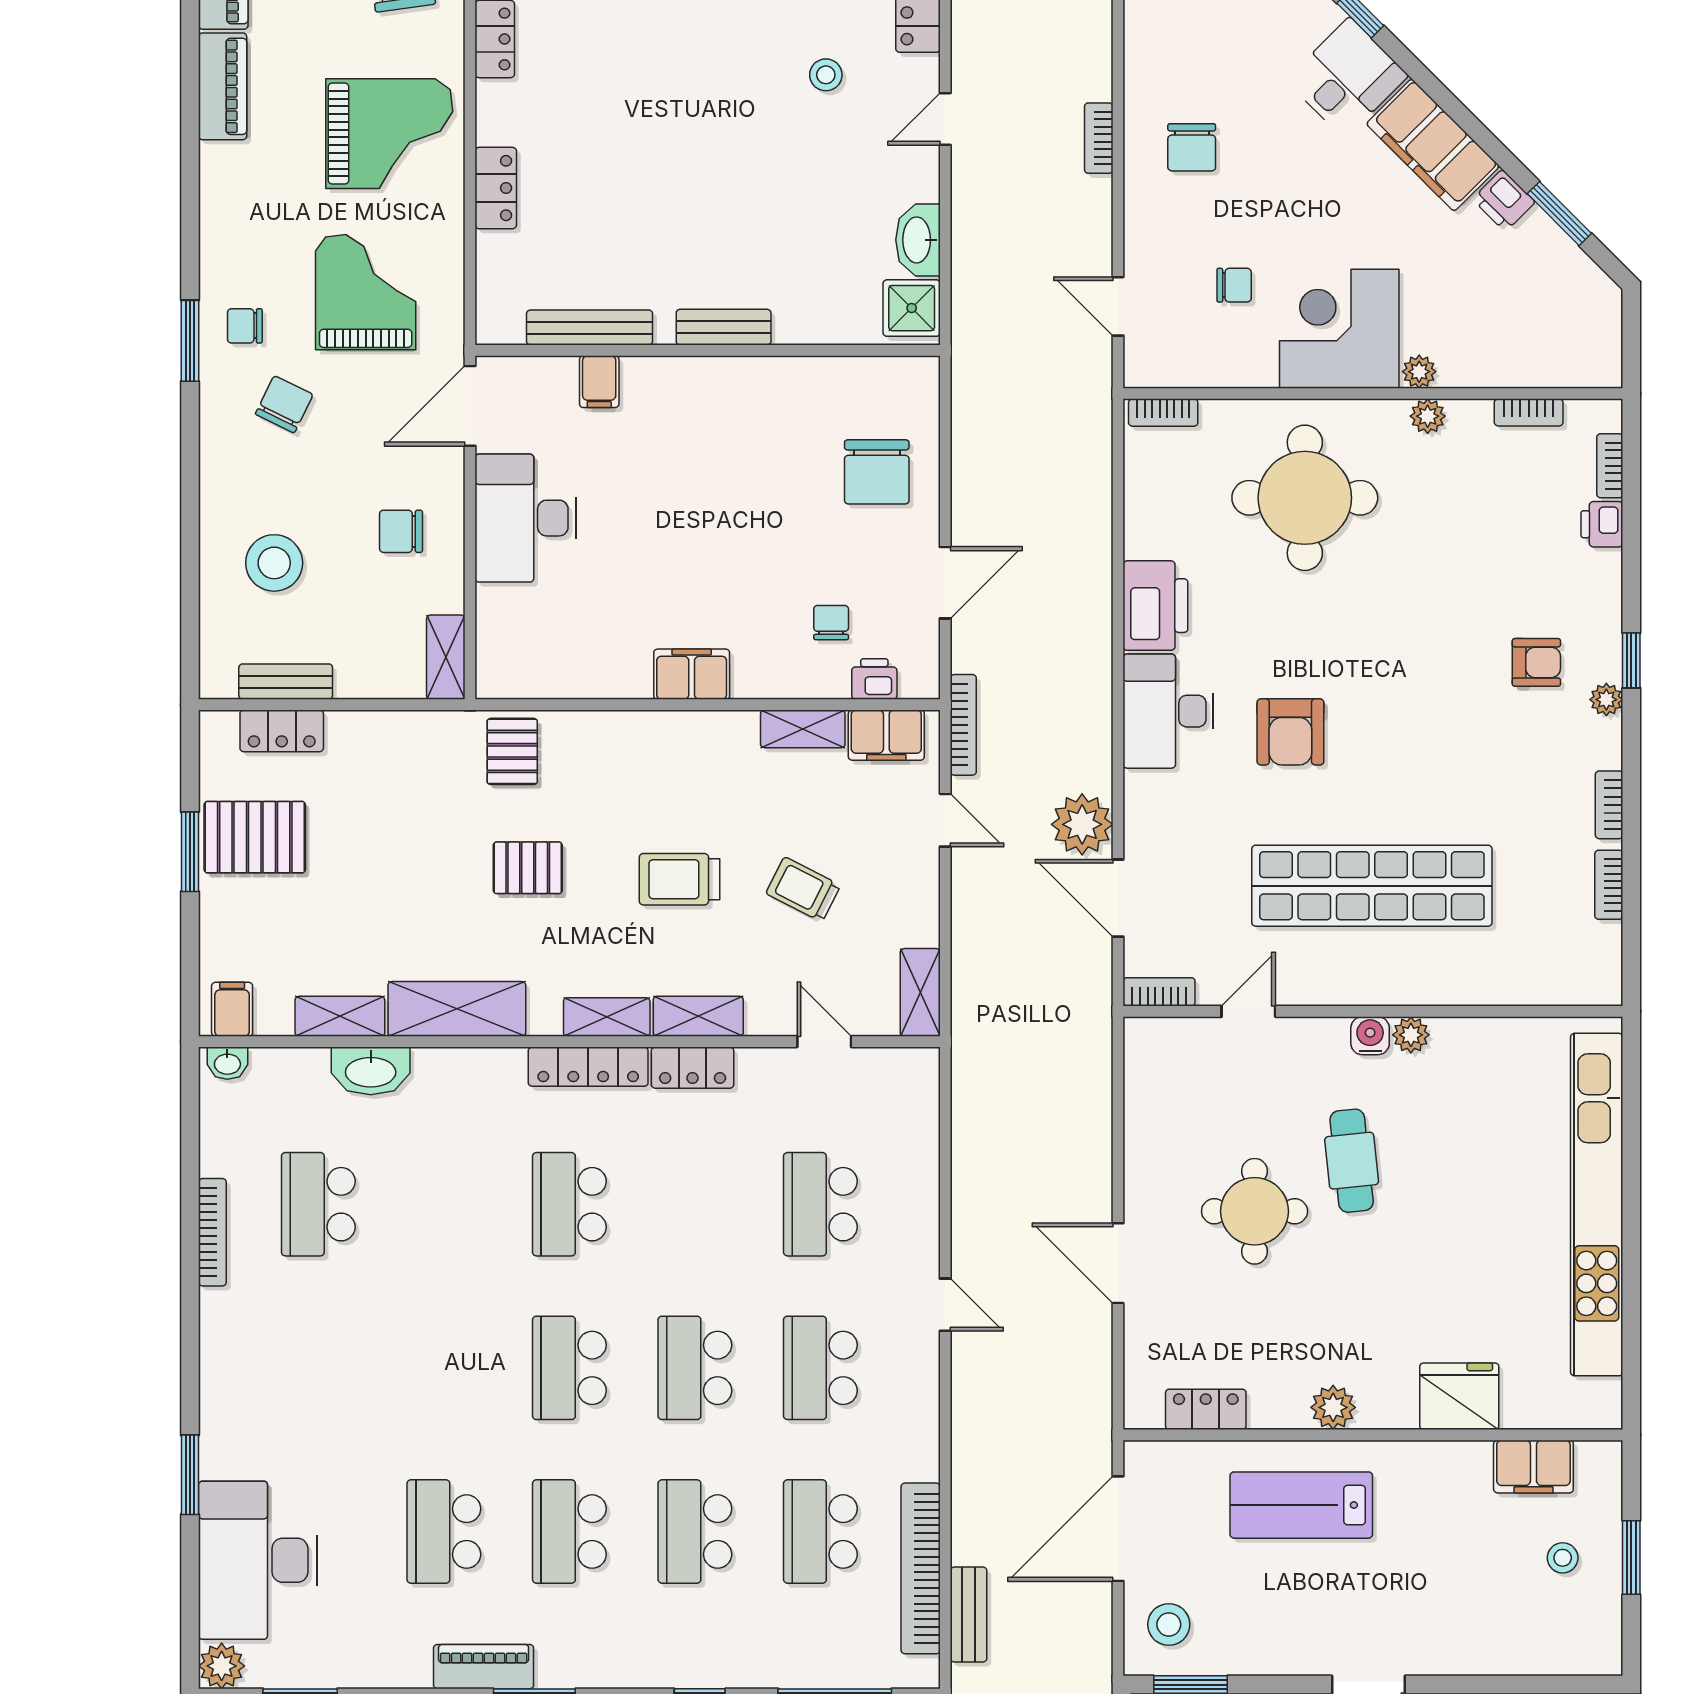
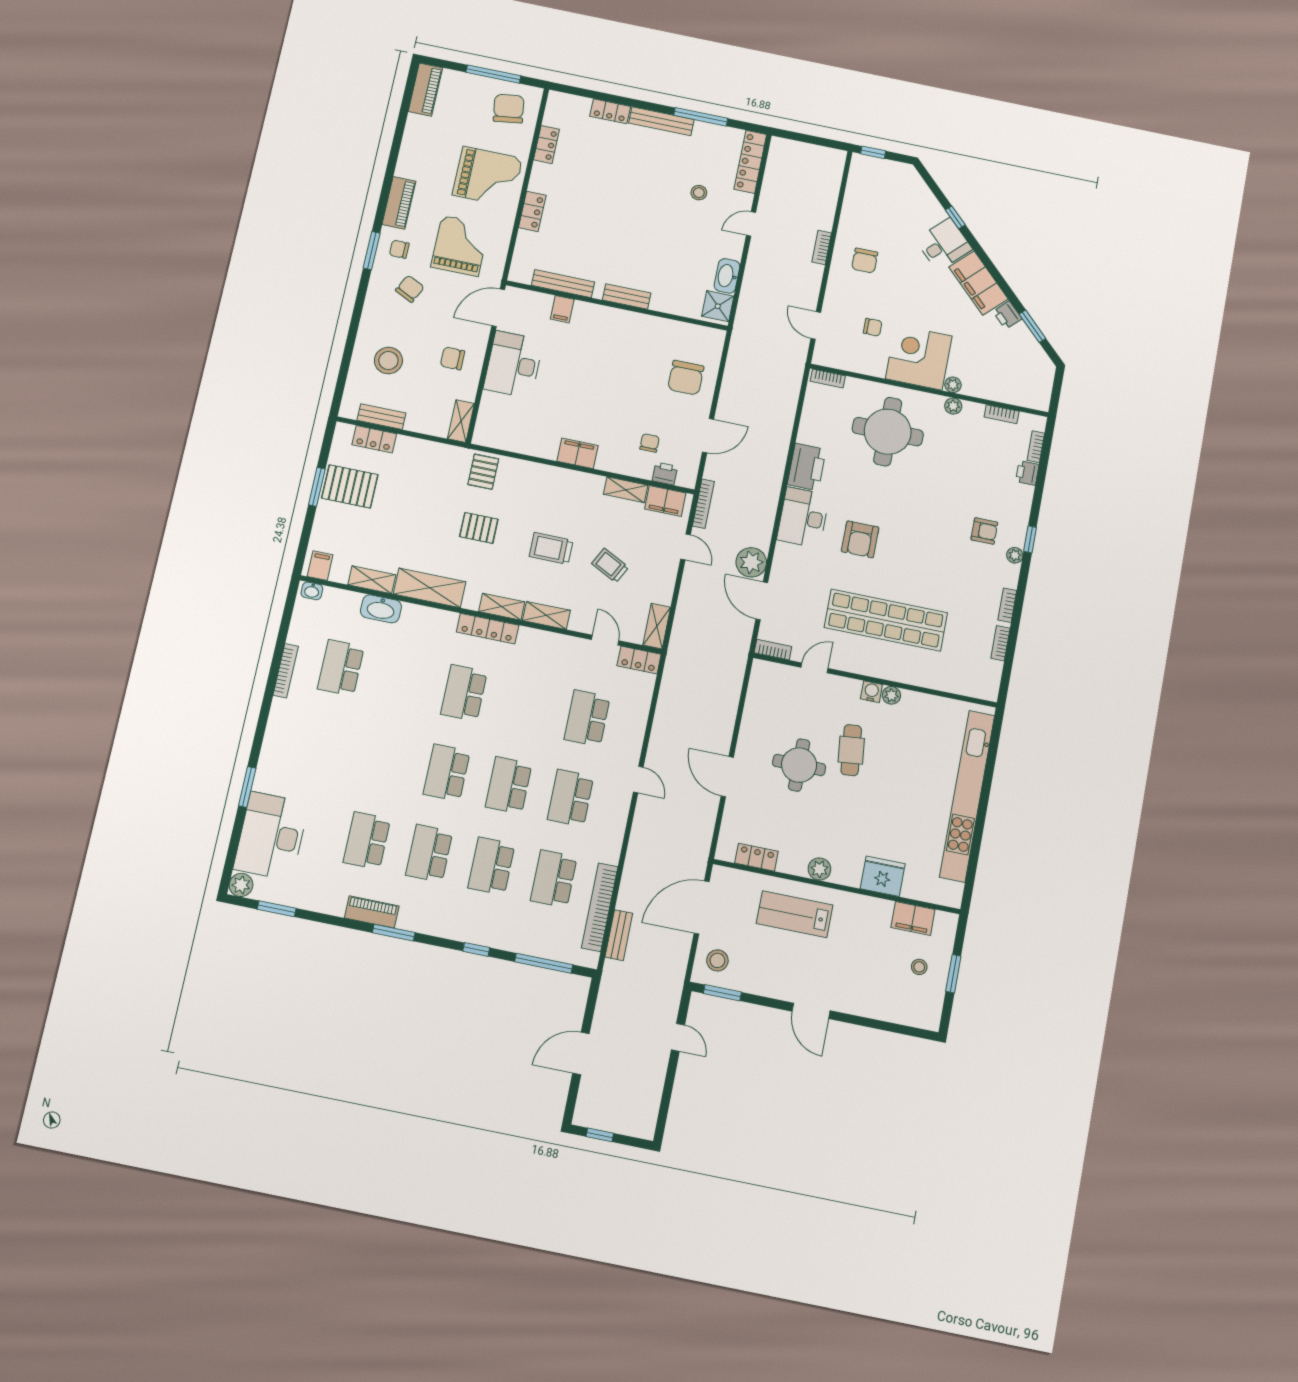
piano: (223, 86) -> (399, 203), moved
locker: (693, 1068) -> (639, 660), moved

